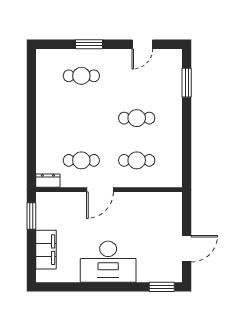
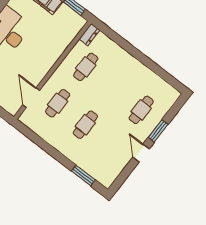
door: (142, 44) -> (141, 153), moved
door: (100, 190) -> (31, 98), moved

